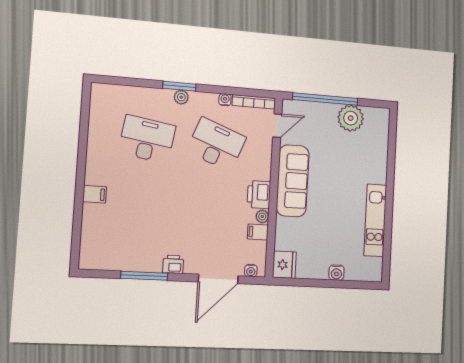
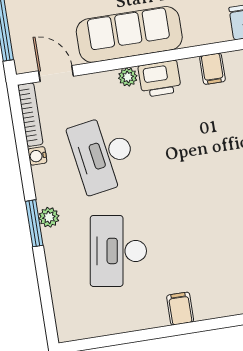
desk: (216, 144) -> (103, 154), turned -30
filing cabinet: (95, 194) -> (180, 309), moved
plant: (262, 216) -> (128, 77), moved

